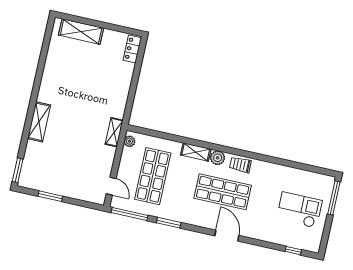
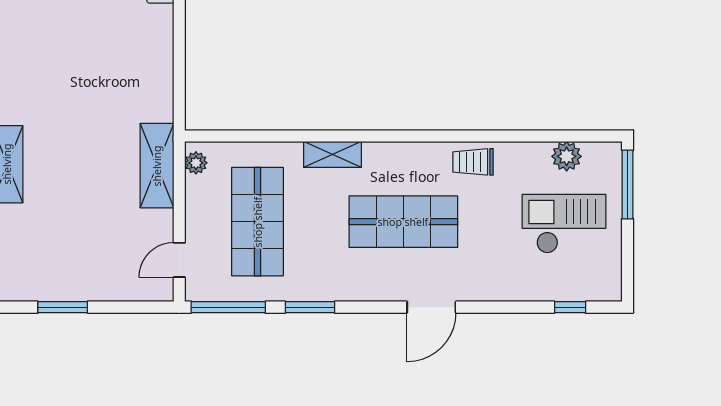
shelving: (114, 132) -> (157, 166), width x1.50, depth x1.33
plant: (218, 158) -> (567, 156), moved
trolley: (240, 165) -> (473, 162), moved
door: (111, 186) -> (179, 260), swing flipped
door: (227, 236) -> (431, 307), swing flipped

